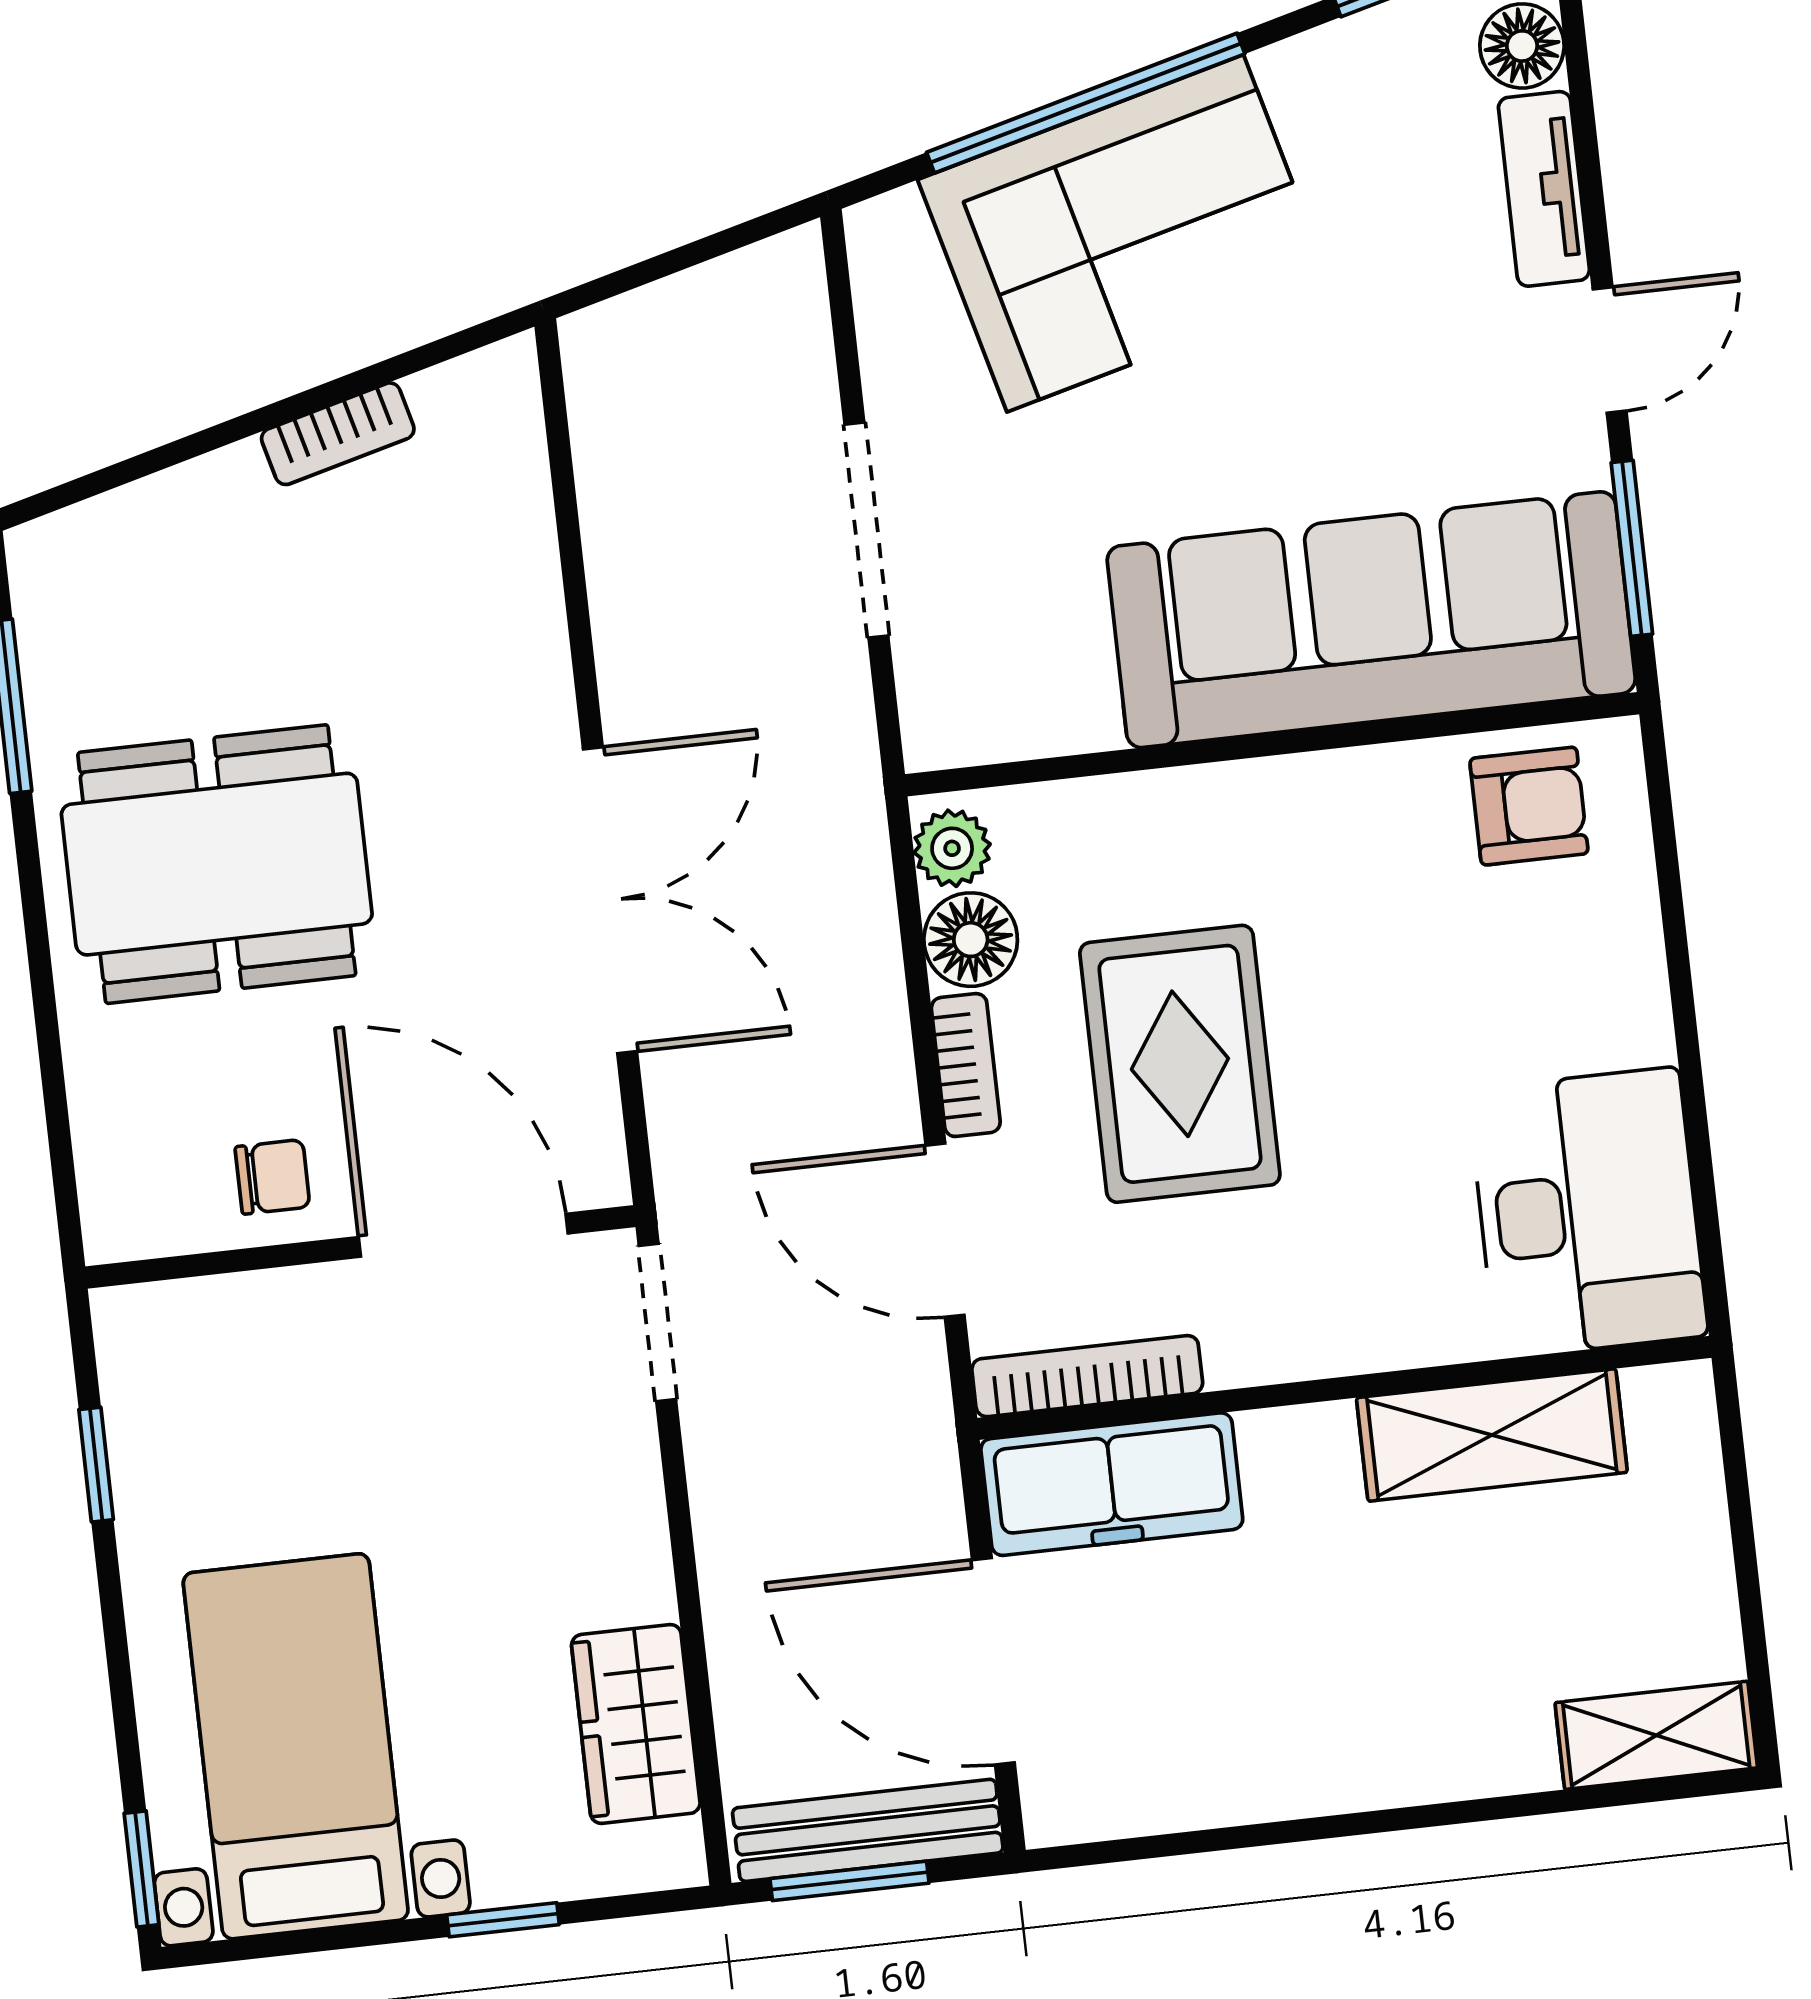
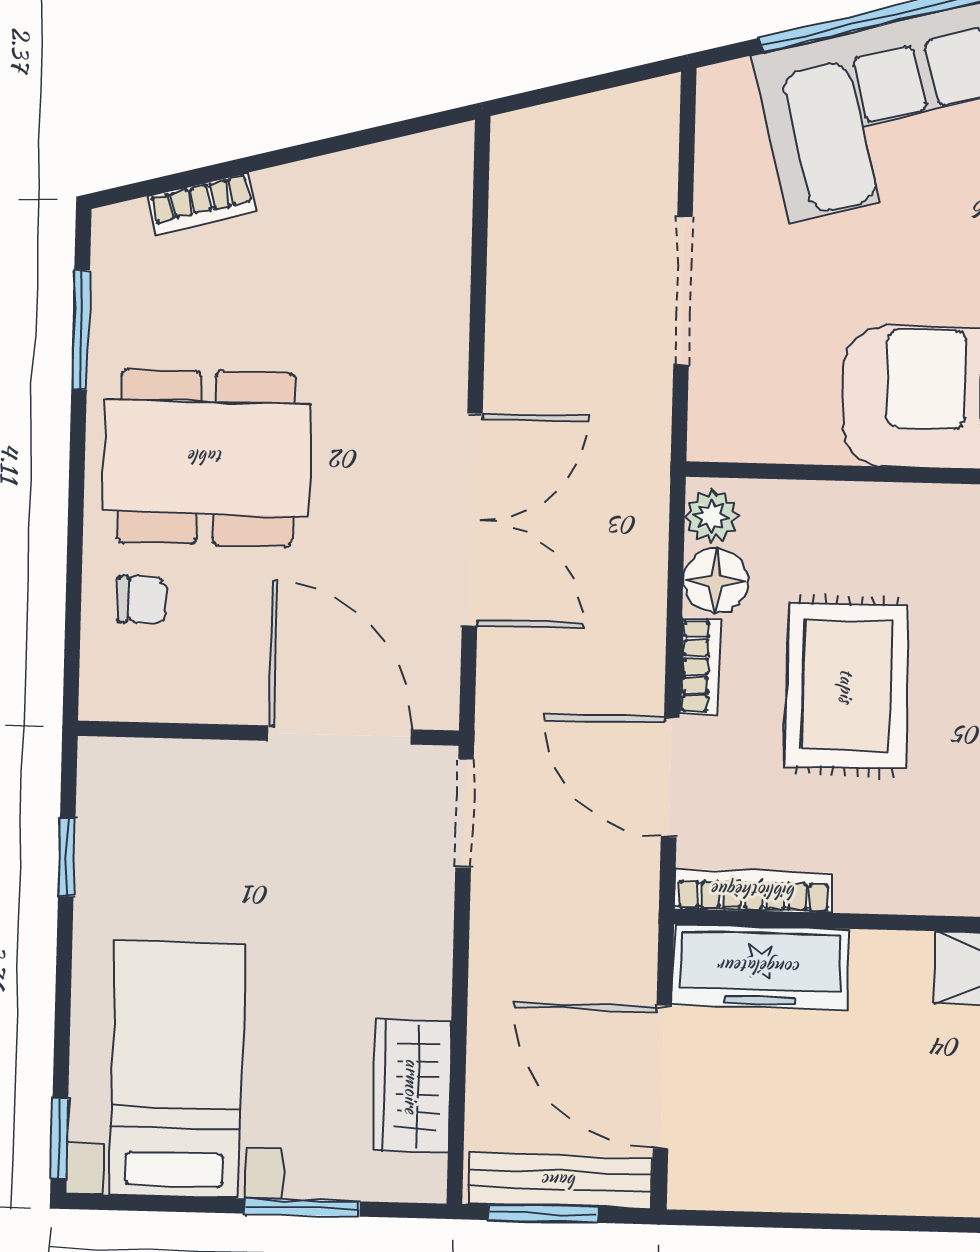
bookcase: (338, 434) -> (202, 204), moved
chair: (272, 1177) -> (142, 600), moved
window: (503, 1920) -> (302, 1208), width x1.50

